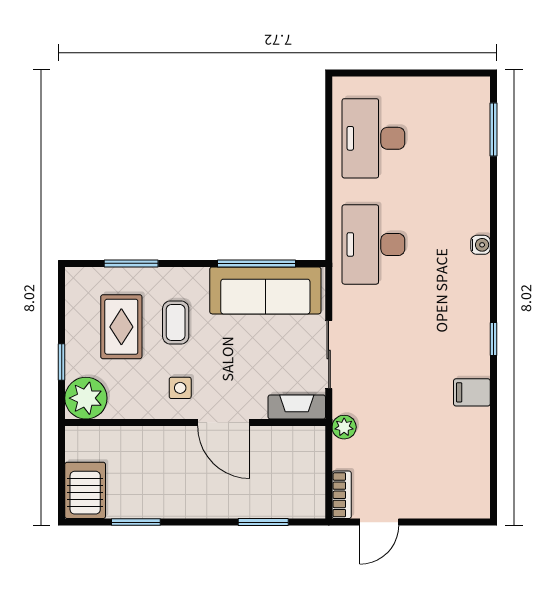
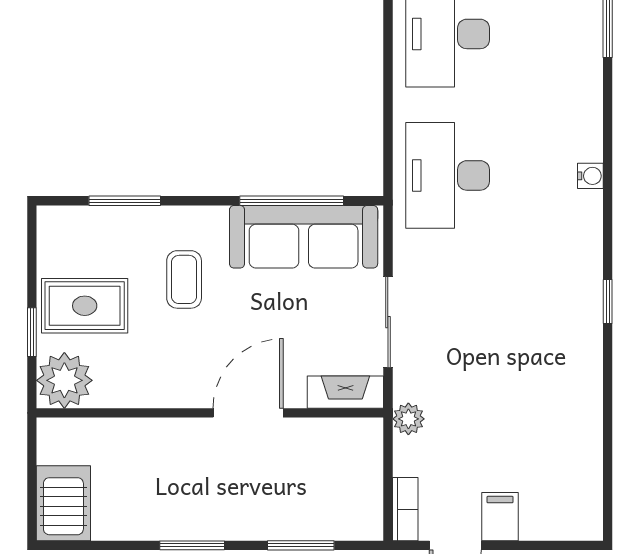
rug: (121, 327) -> (85, 306), moved, turned 90
side table: (180, 388) -> (190, 367), removed
filing cabinet: (472, 392) -> (500, 517), moved, turned 90
door: (224, 423) -> (248, 413), swing flipped
window: (136, 522) -> (192, 545), moved

